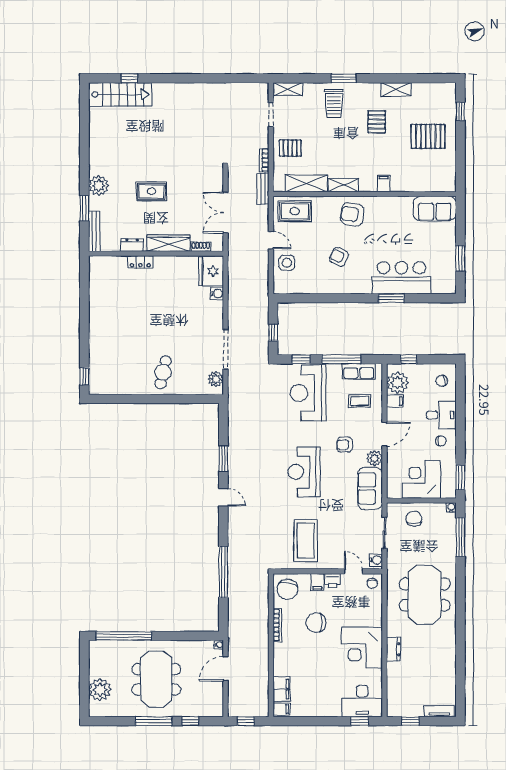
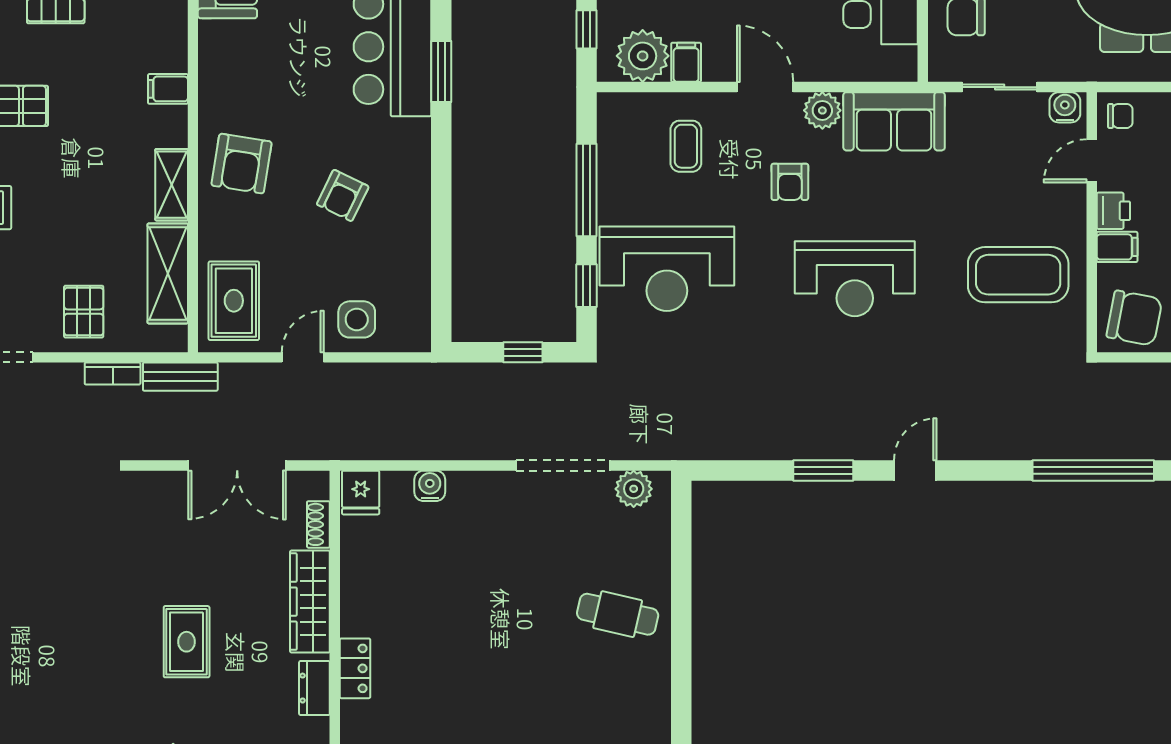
fridge: (211, 271) -> (361, 493), width x0.53, depth x0.75
row of seats: (359, 371) -> (615, 148), removed

